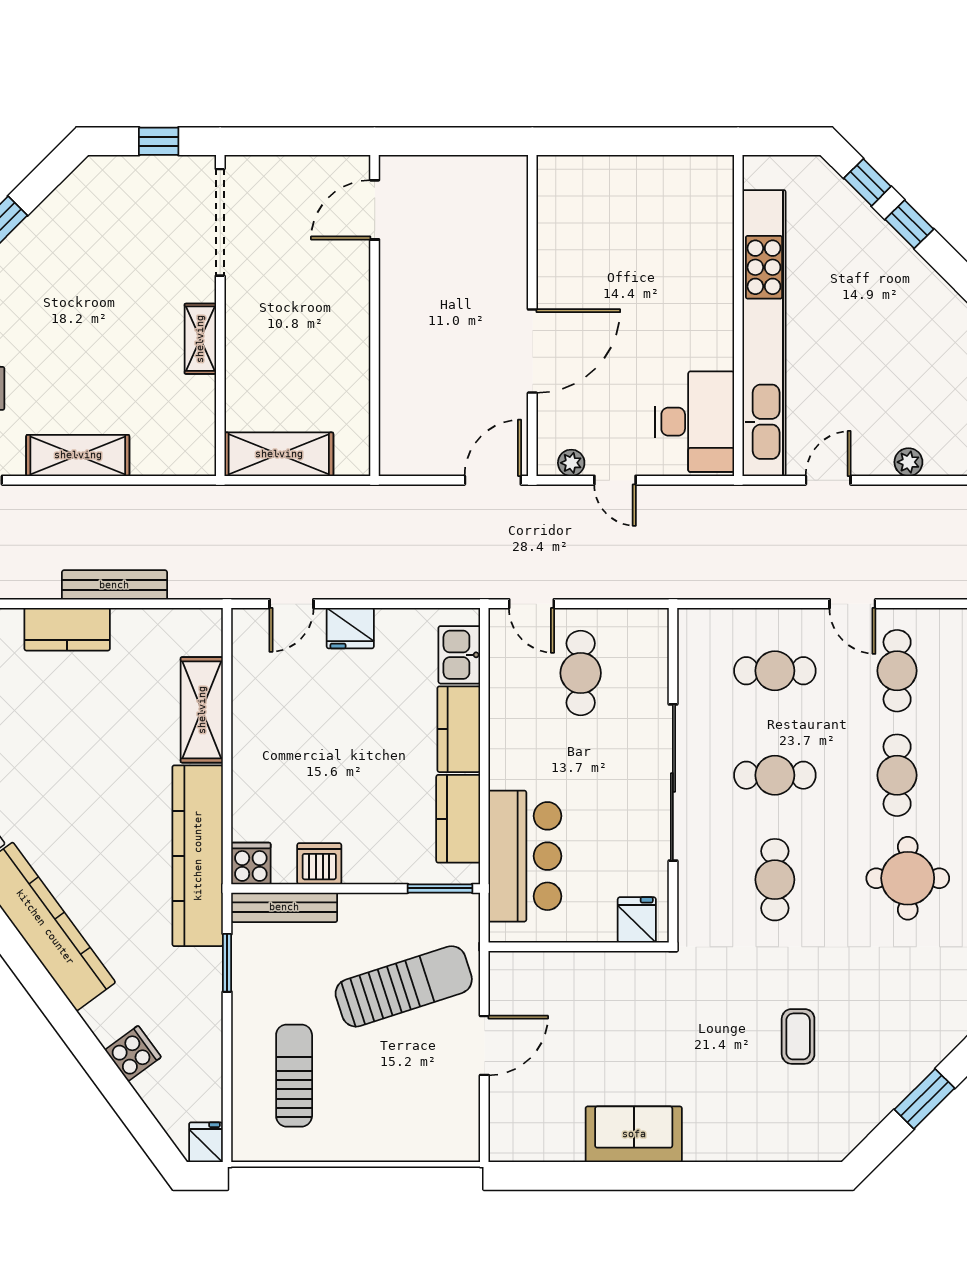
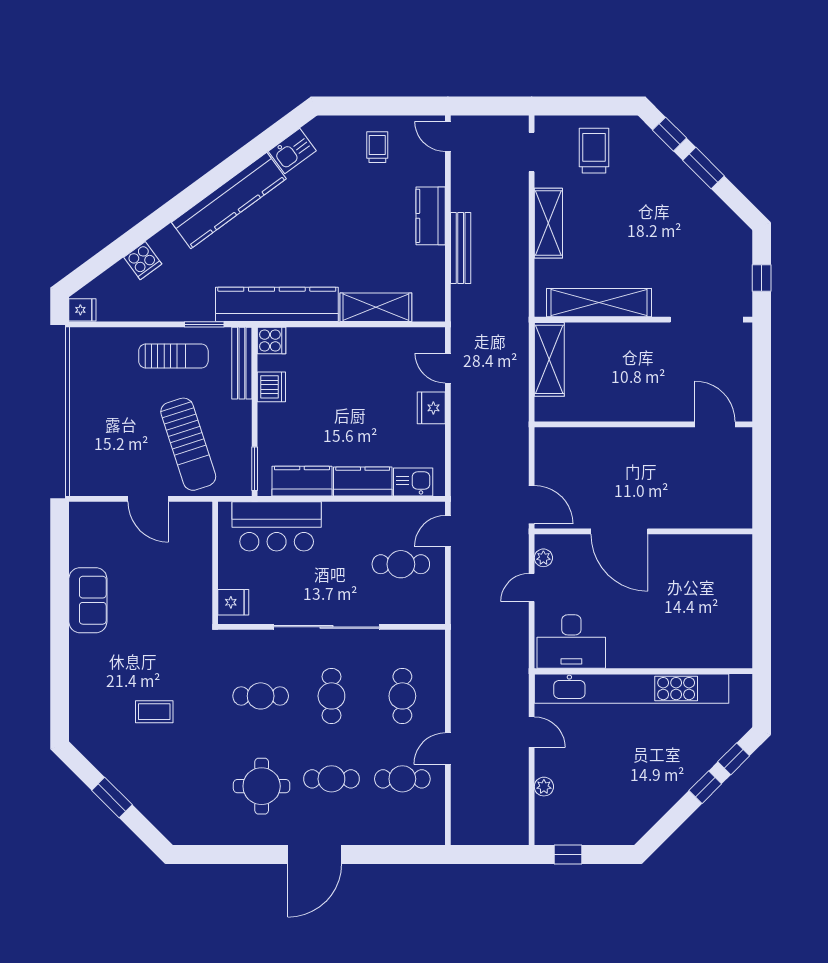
shelving: (200, 339) -> (599, 303), width x2.20, depth x1.33
sun lounger: (294, 1076) -> (173, 356), moved

